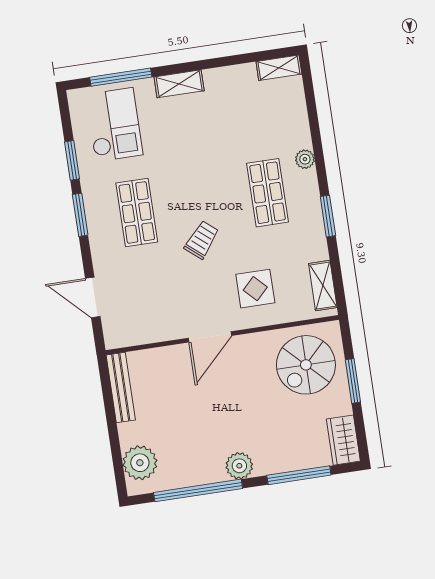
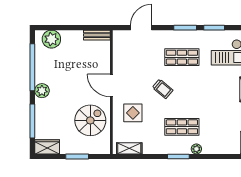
window: (328, 216) -> (178, 156), moved
spiral stairs: (306, 365) -> (90, 120), moved, turned 90
bench: (121, 387) -> (97, 35), width x0.73

